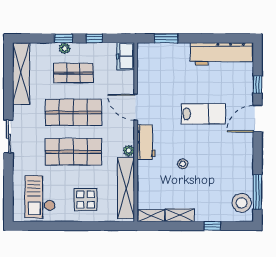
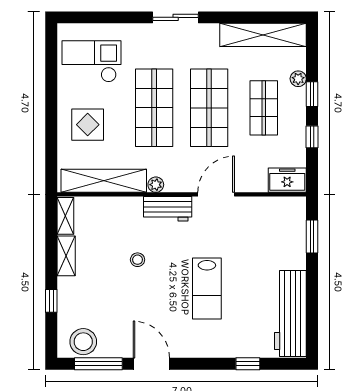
plant: (65, 48) -> (298, 79), moved
door: (257, 119) -> (151, 364), moved

